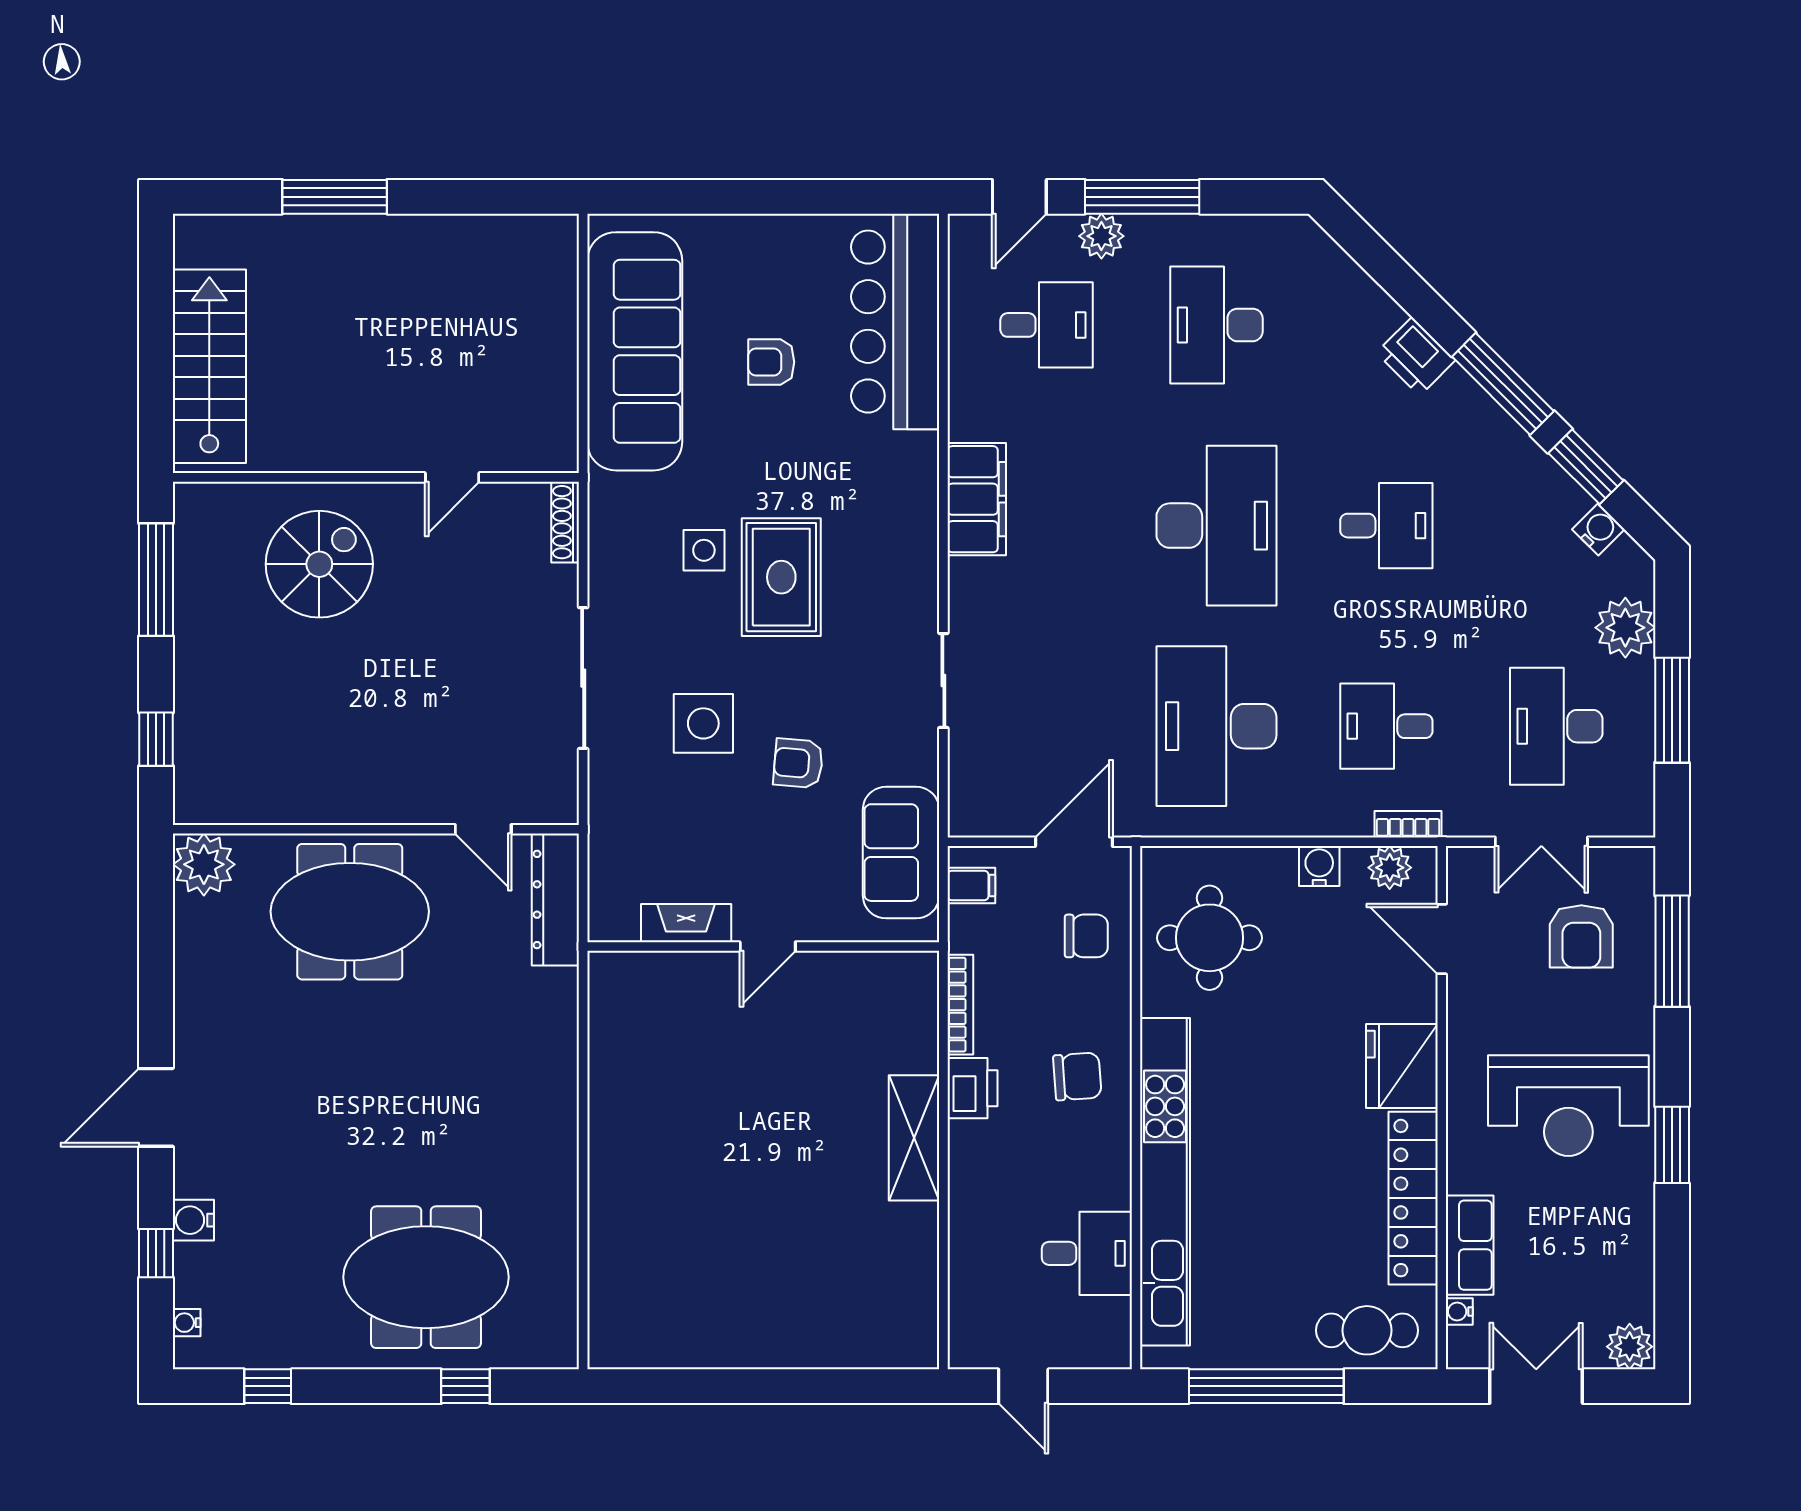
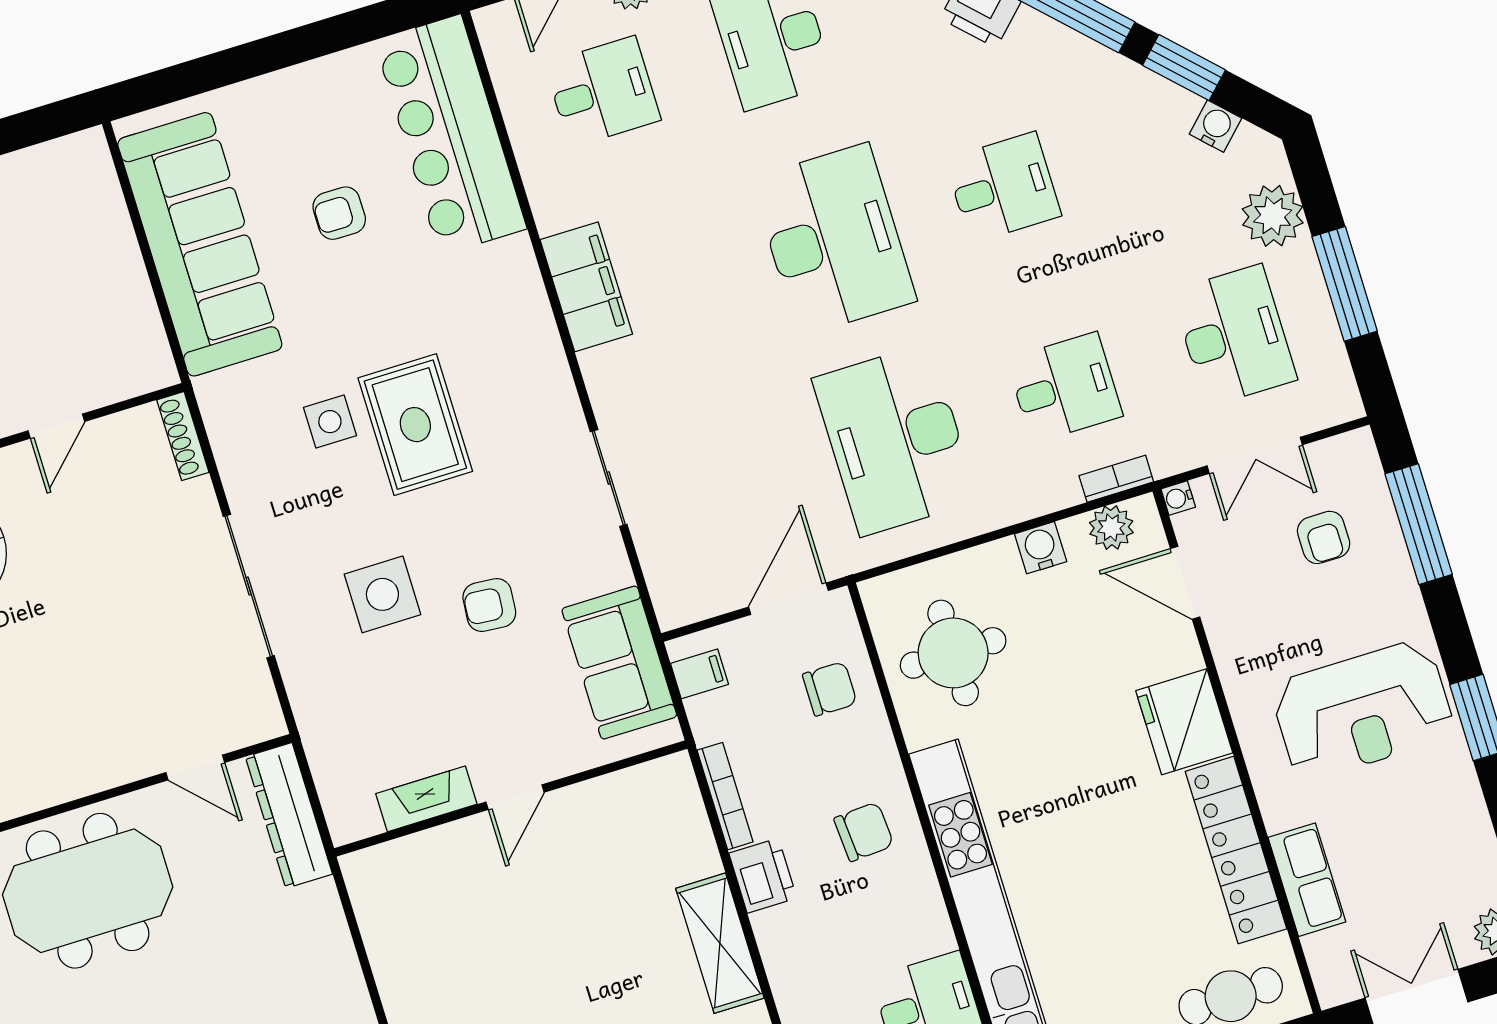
desk: (1386, 726) -> (1065, 388), turned 180
desk: (1556, 726) -> (1234, 335), turned 180
armchair: (1581, 936) -> (1324, 537), width x0.72, depth x0.72
water cooler: (1459, 1312) -> (1178, 498), moved

